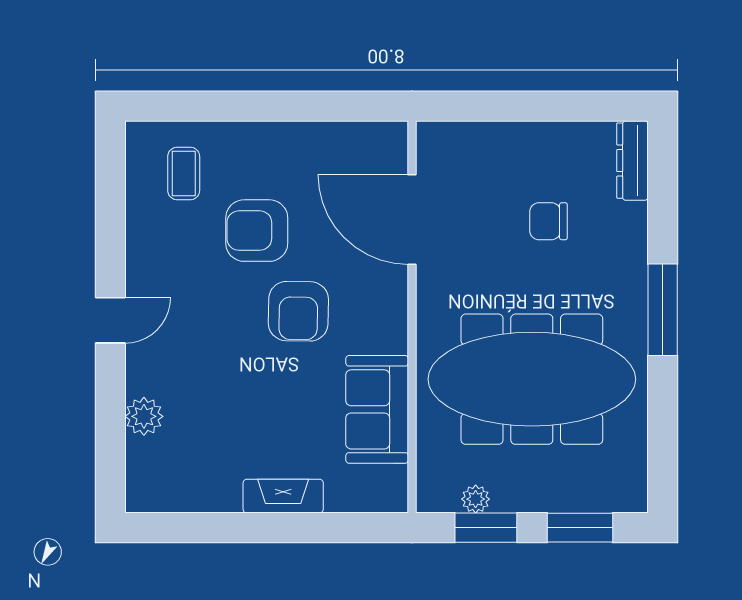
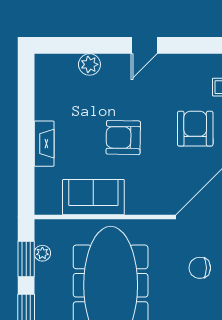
chair: (548, 221) -> (200, 268), moved, turned -90
armchair: (298, 311) -> (123, 138), moved
door: (110, 320) -> (144, 45), hinge flipped

